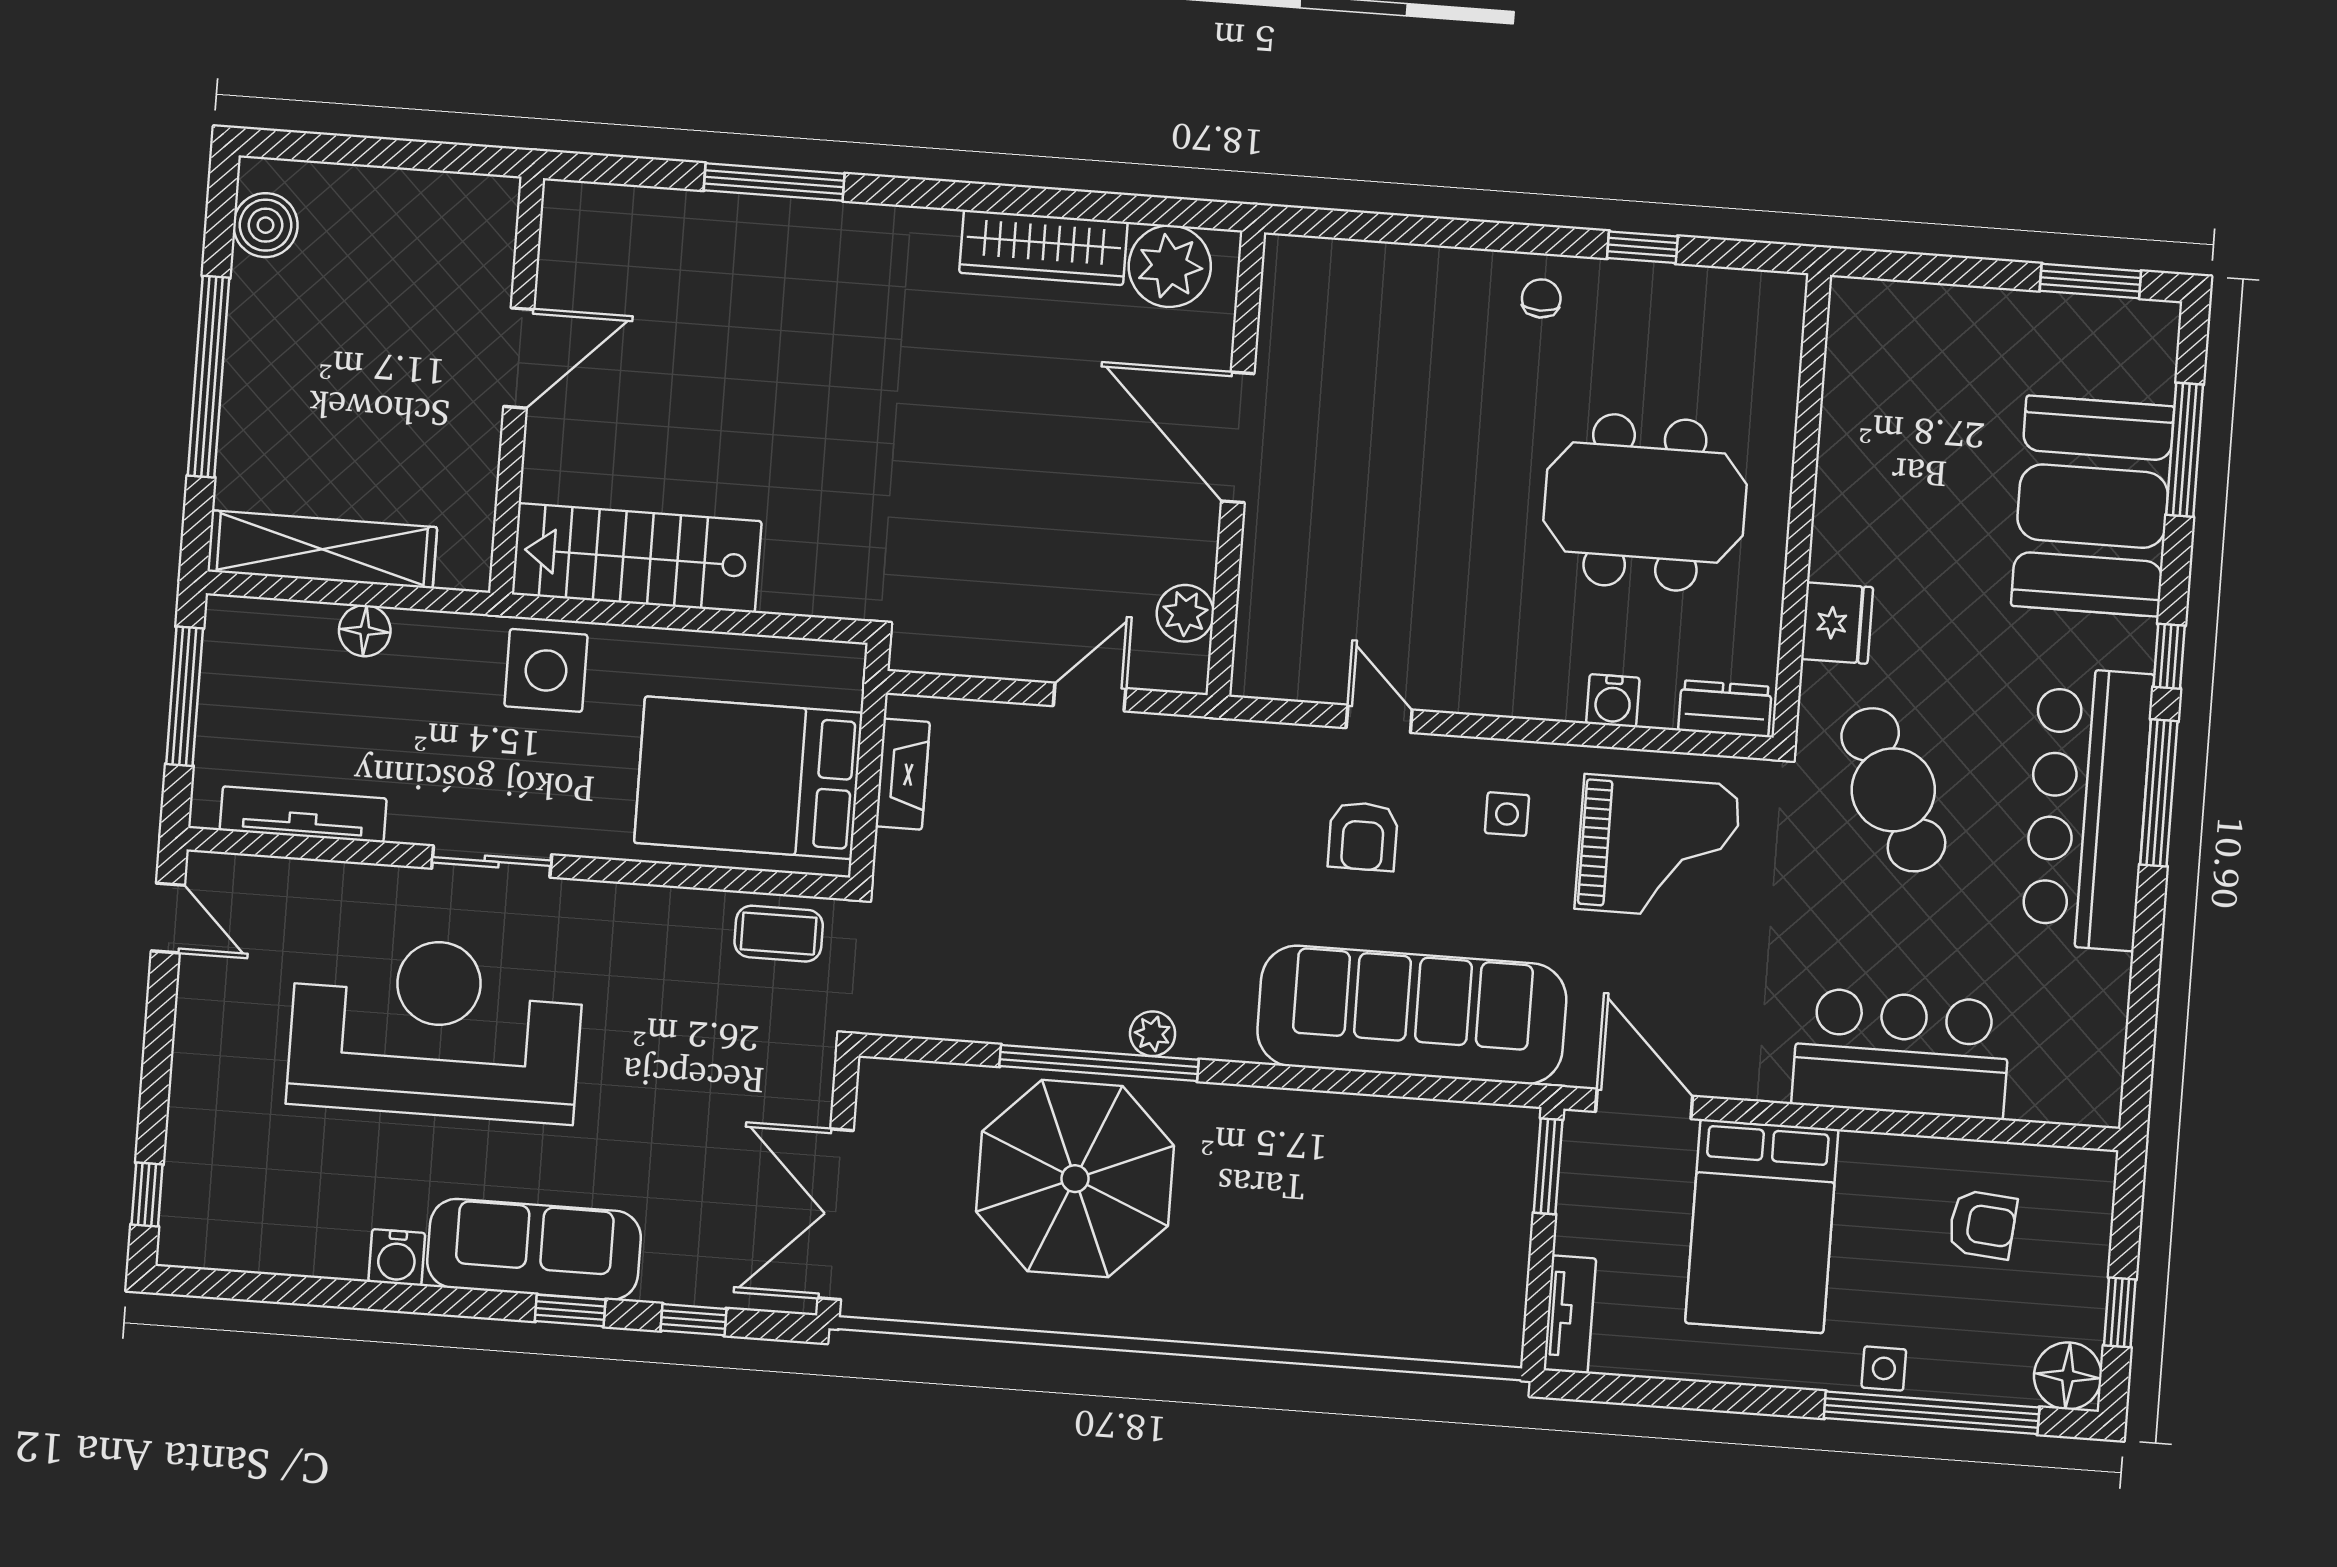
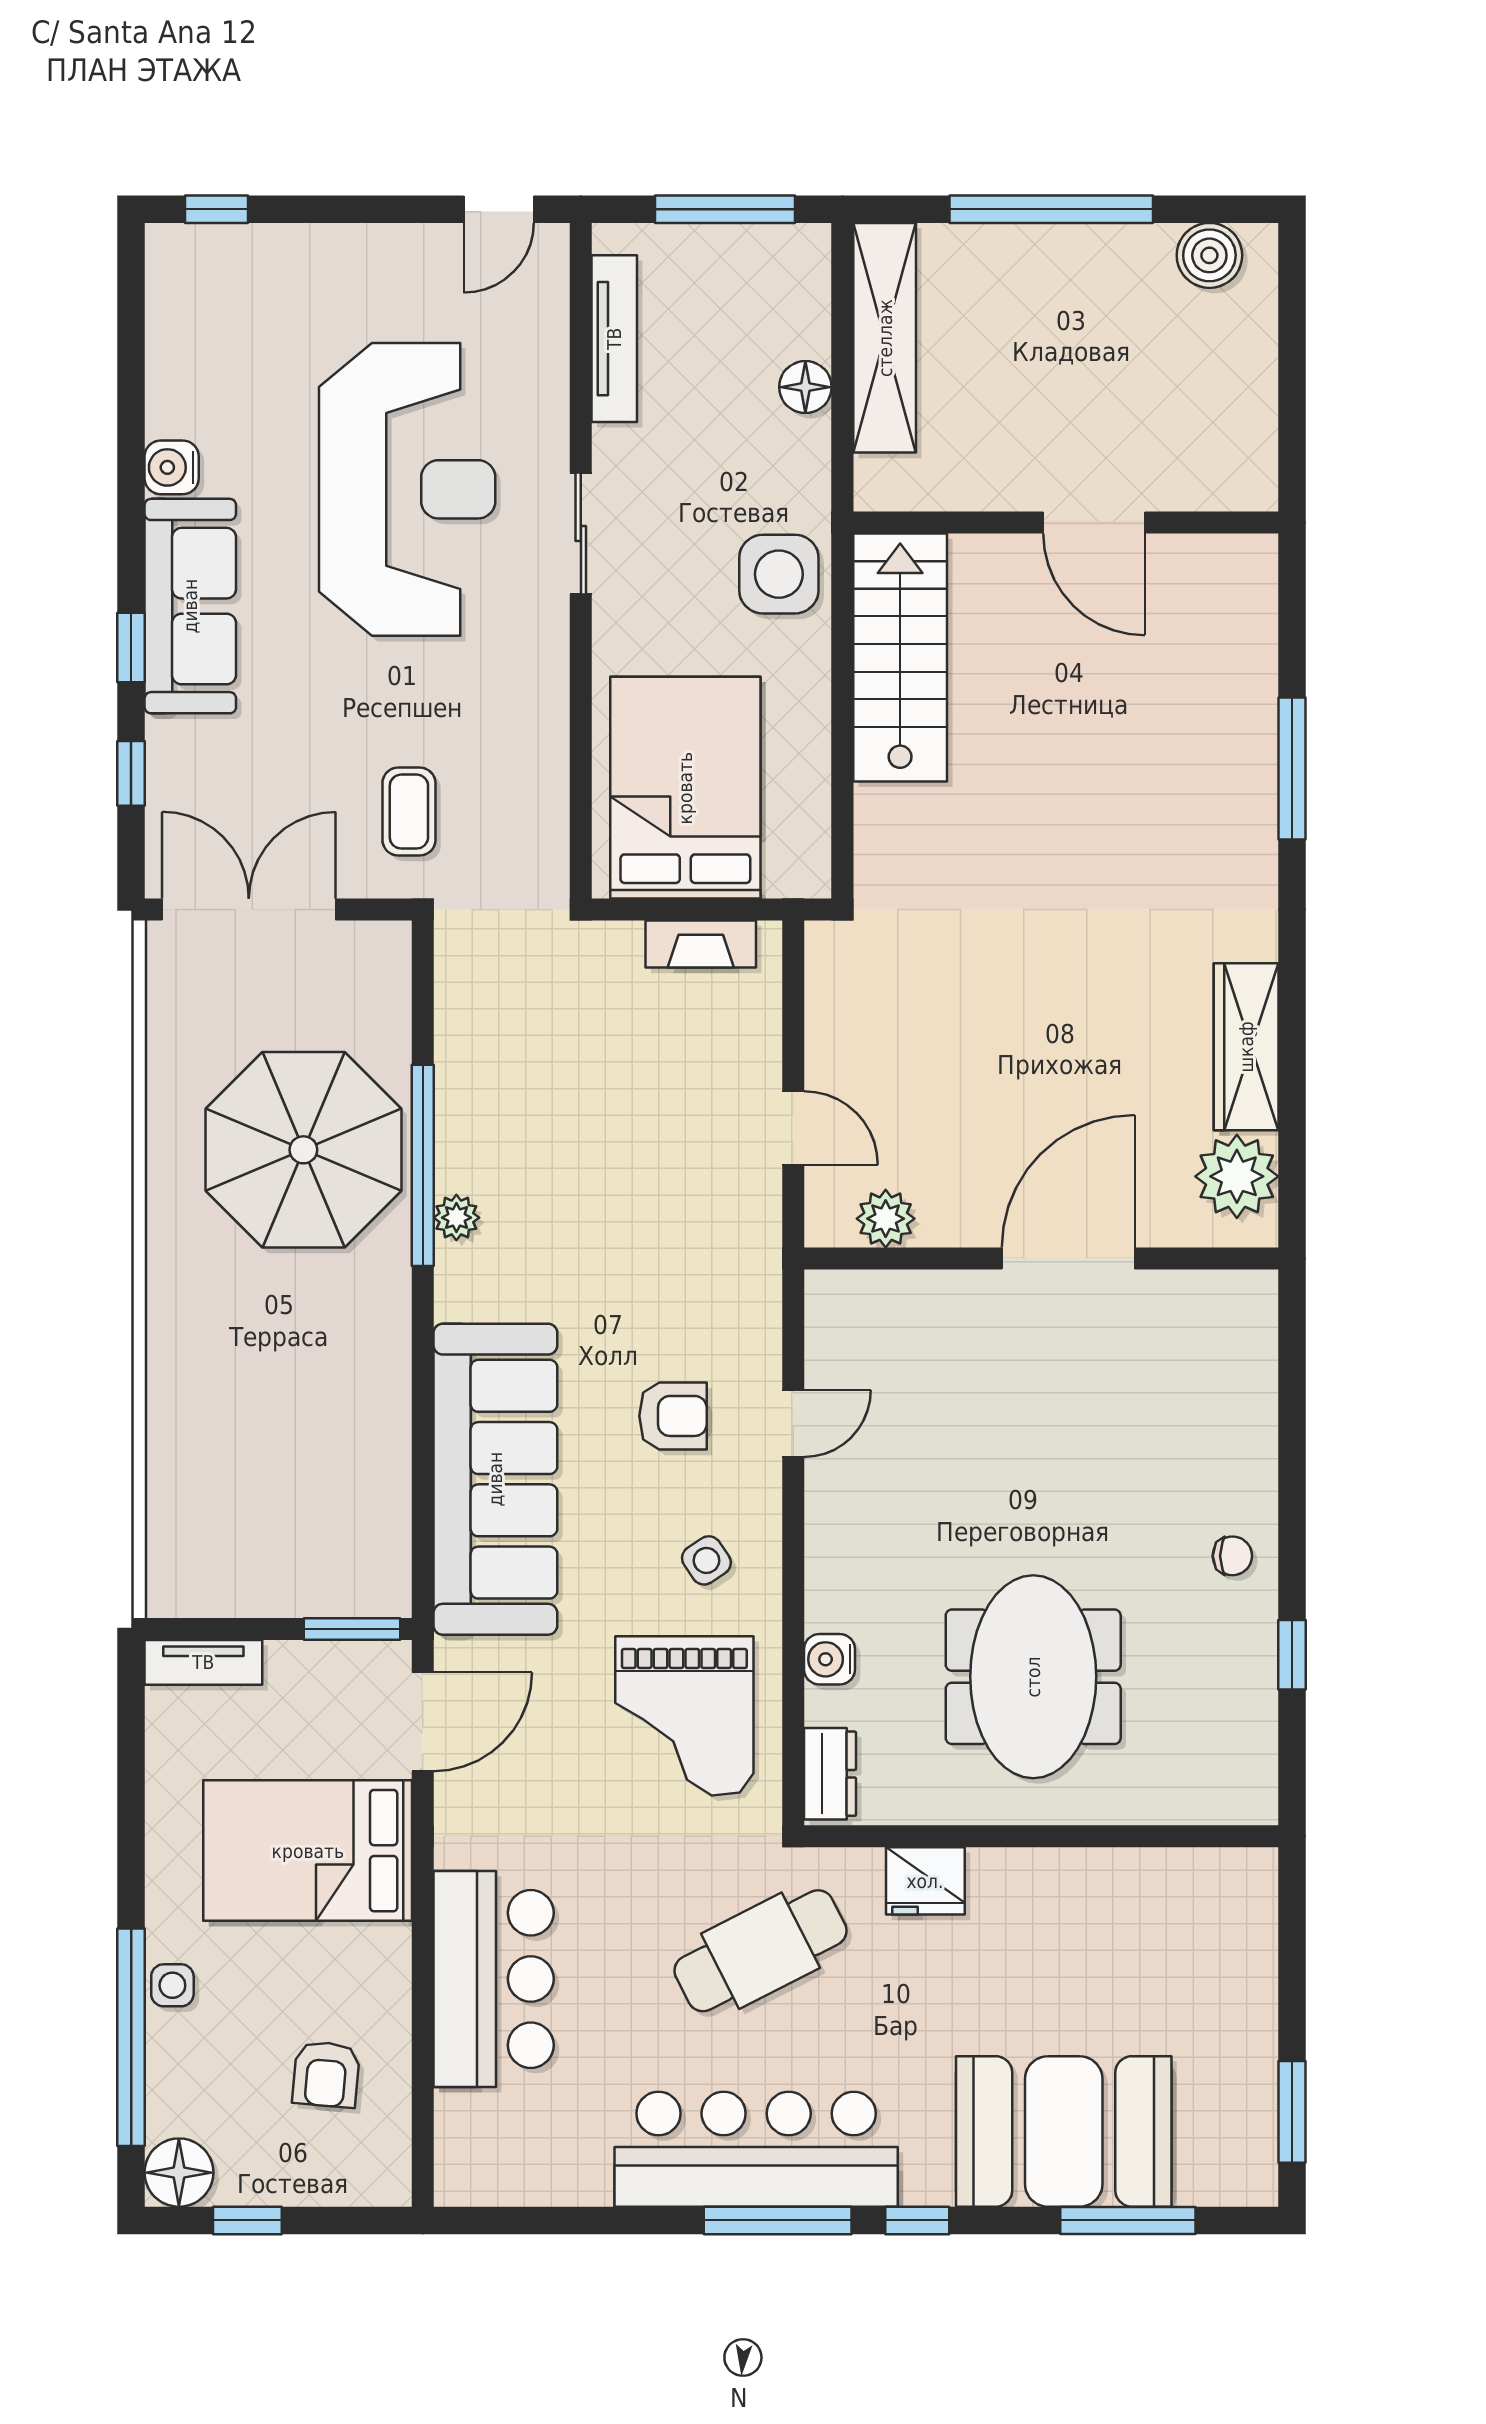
side table: (1507, 814) -> (706, 1560), turned -34
armchair: (1363, 836) -> (673, 1416), turned 180
coffee table: (779, 934) -> (409, 812), moved

